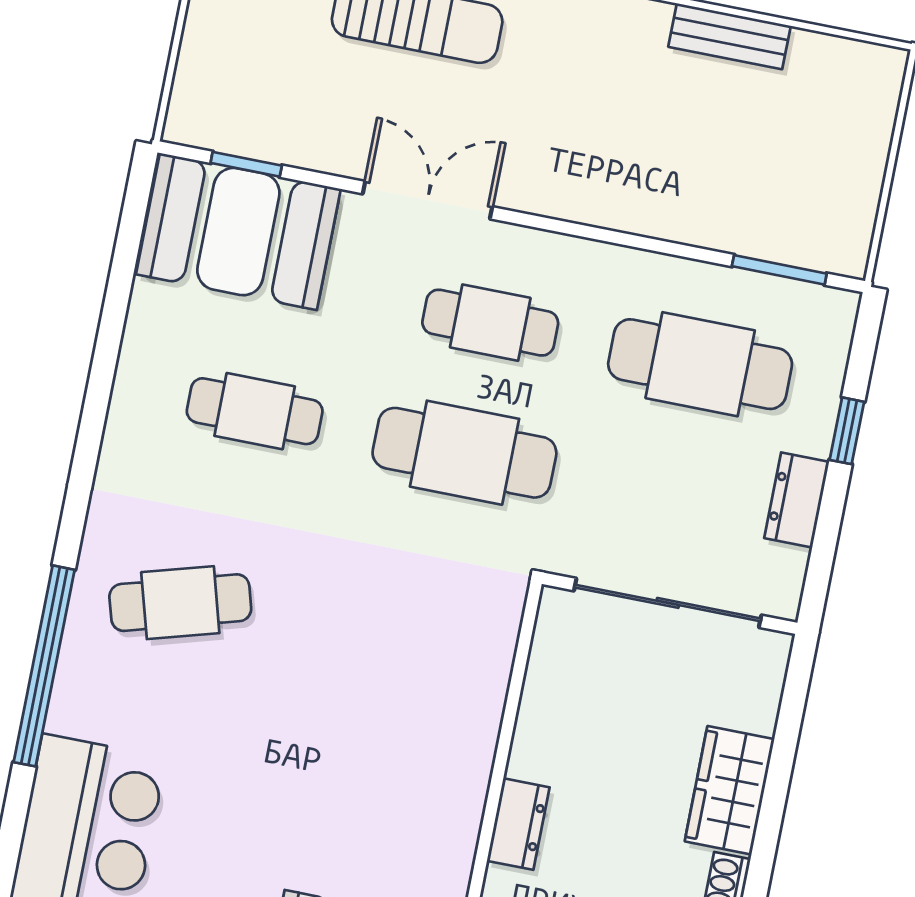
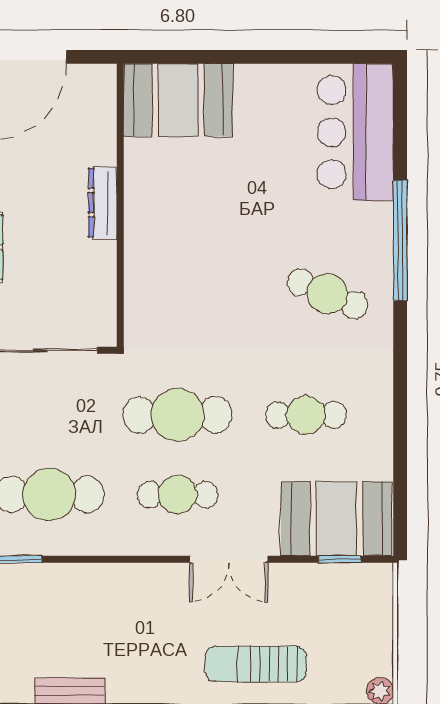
cafe table: (180, 603) -> (327, 294), turned 39
dresser: (518, 824) -> (103, 203), width x1.44

